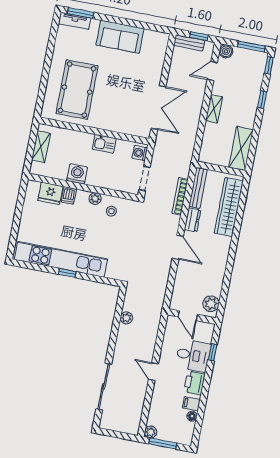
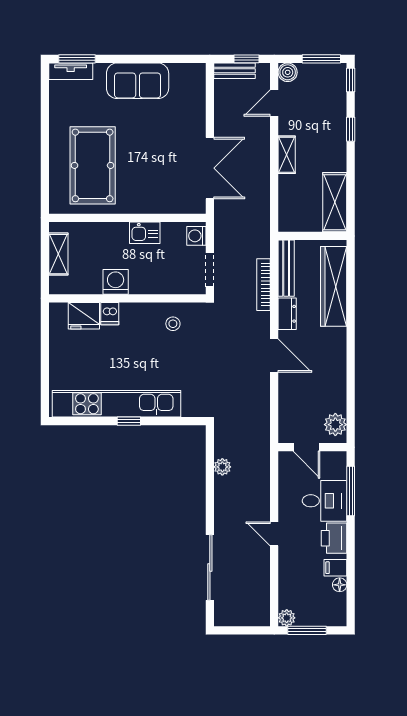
plant: (95, 198) -> (147, 311), removed
window: (213, 352) -> (351, 491), width x2.17

